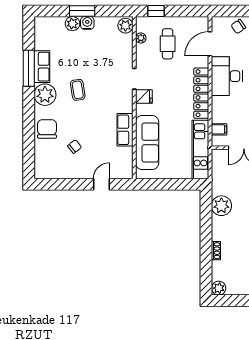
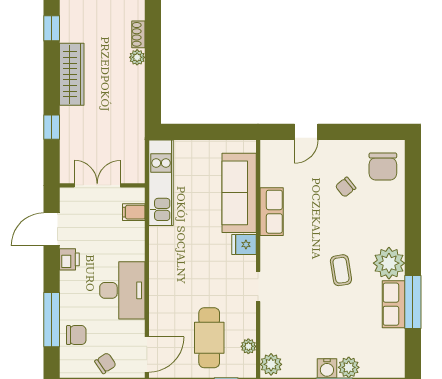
cafe table: (168, 44) -> (209, 338), width x1.37, depth x1.35
door: (210, 44) -> (147, 354), moved
locker: (201, 93) -> (160, 265), removed
fridge: (144, 97) -> (244, 244), moved
chair: (47, 129) -> (383, 166), moved
plant: (221, 206) -> (137, 57), moved, width x0.53, depth x0.53

